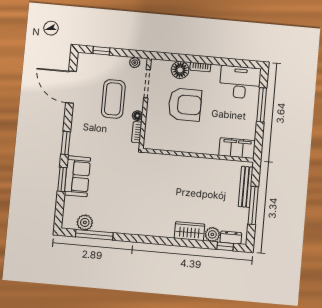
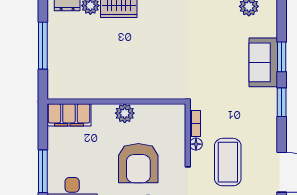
armchair: (185, 105) -> (138, 163), turned -90
plant: (192, 145) -> (125, 113), added
bench: (246, 187) -> (54, 68), removed

